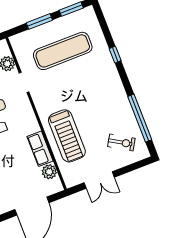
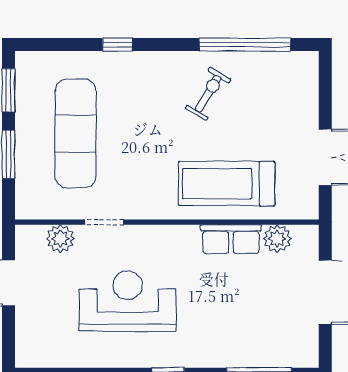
treadmill: (67, 136) -> (227, 184), turned 180
exercise bike: (121, 142) -> (208, 94), moved

